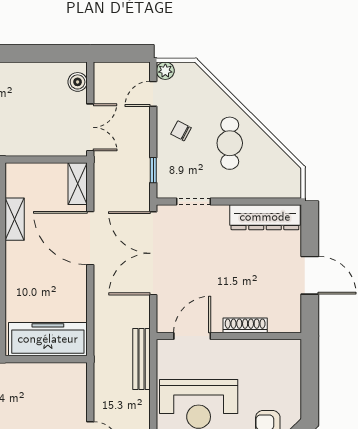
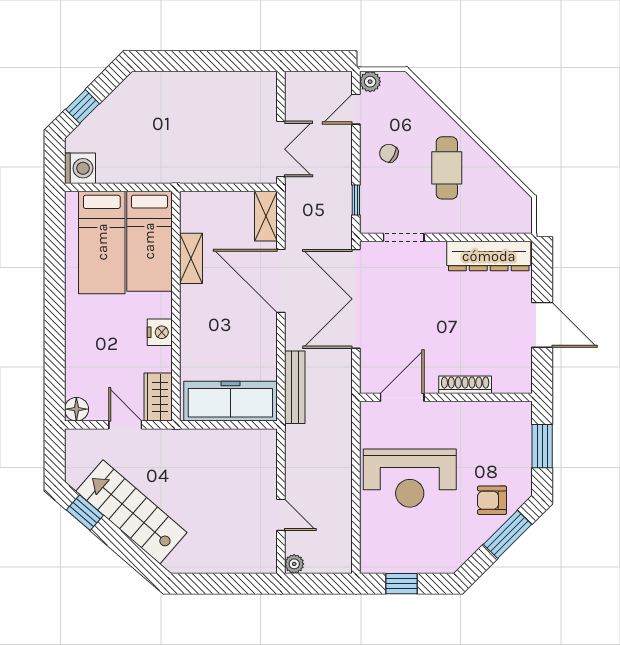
boiler: (78, 82) -> (266, 95), removed
bench: (142, 359) -> (295, 387), moved
window: (310, 377) -> (542, 446), added

